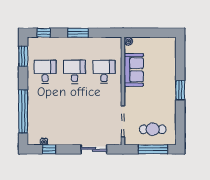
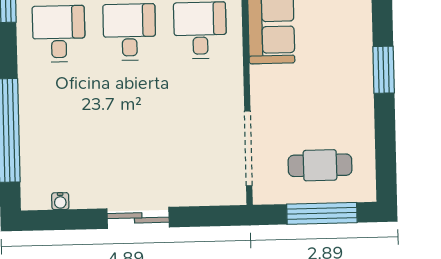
window: (49, 149) -> (73, 219), removed
sliding door: (94, 149) -> (138, 218), moved

